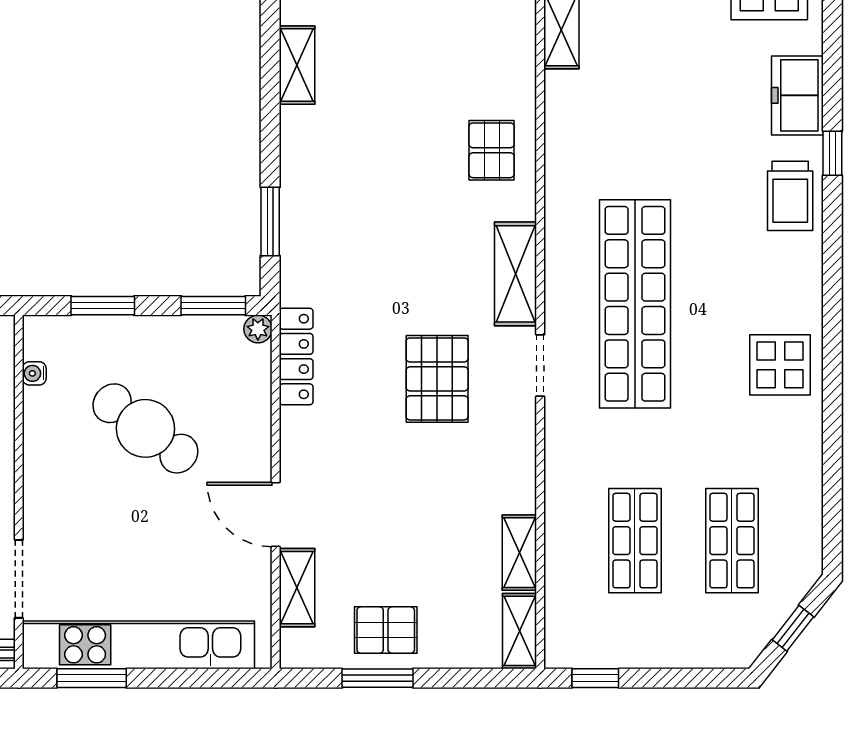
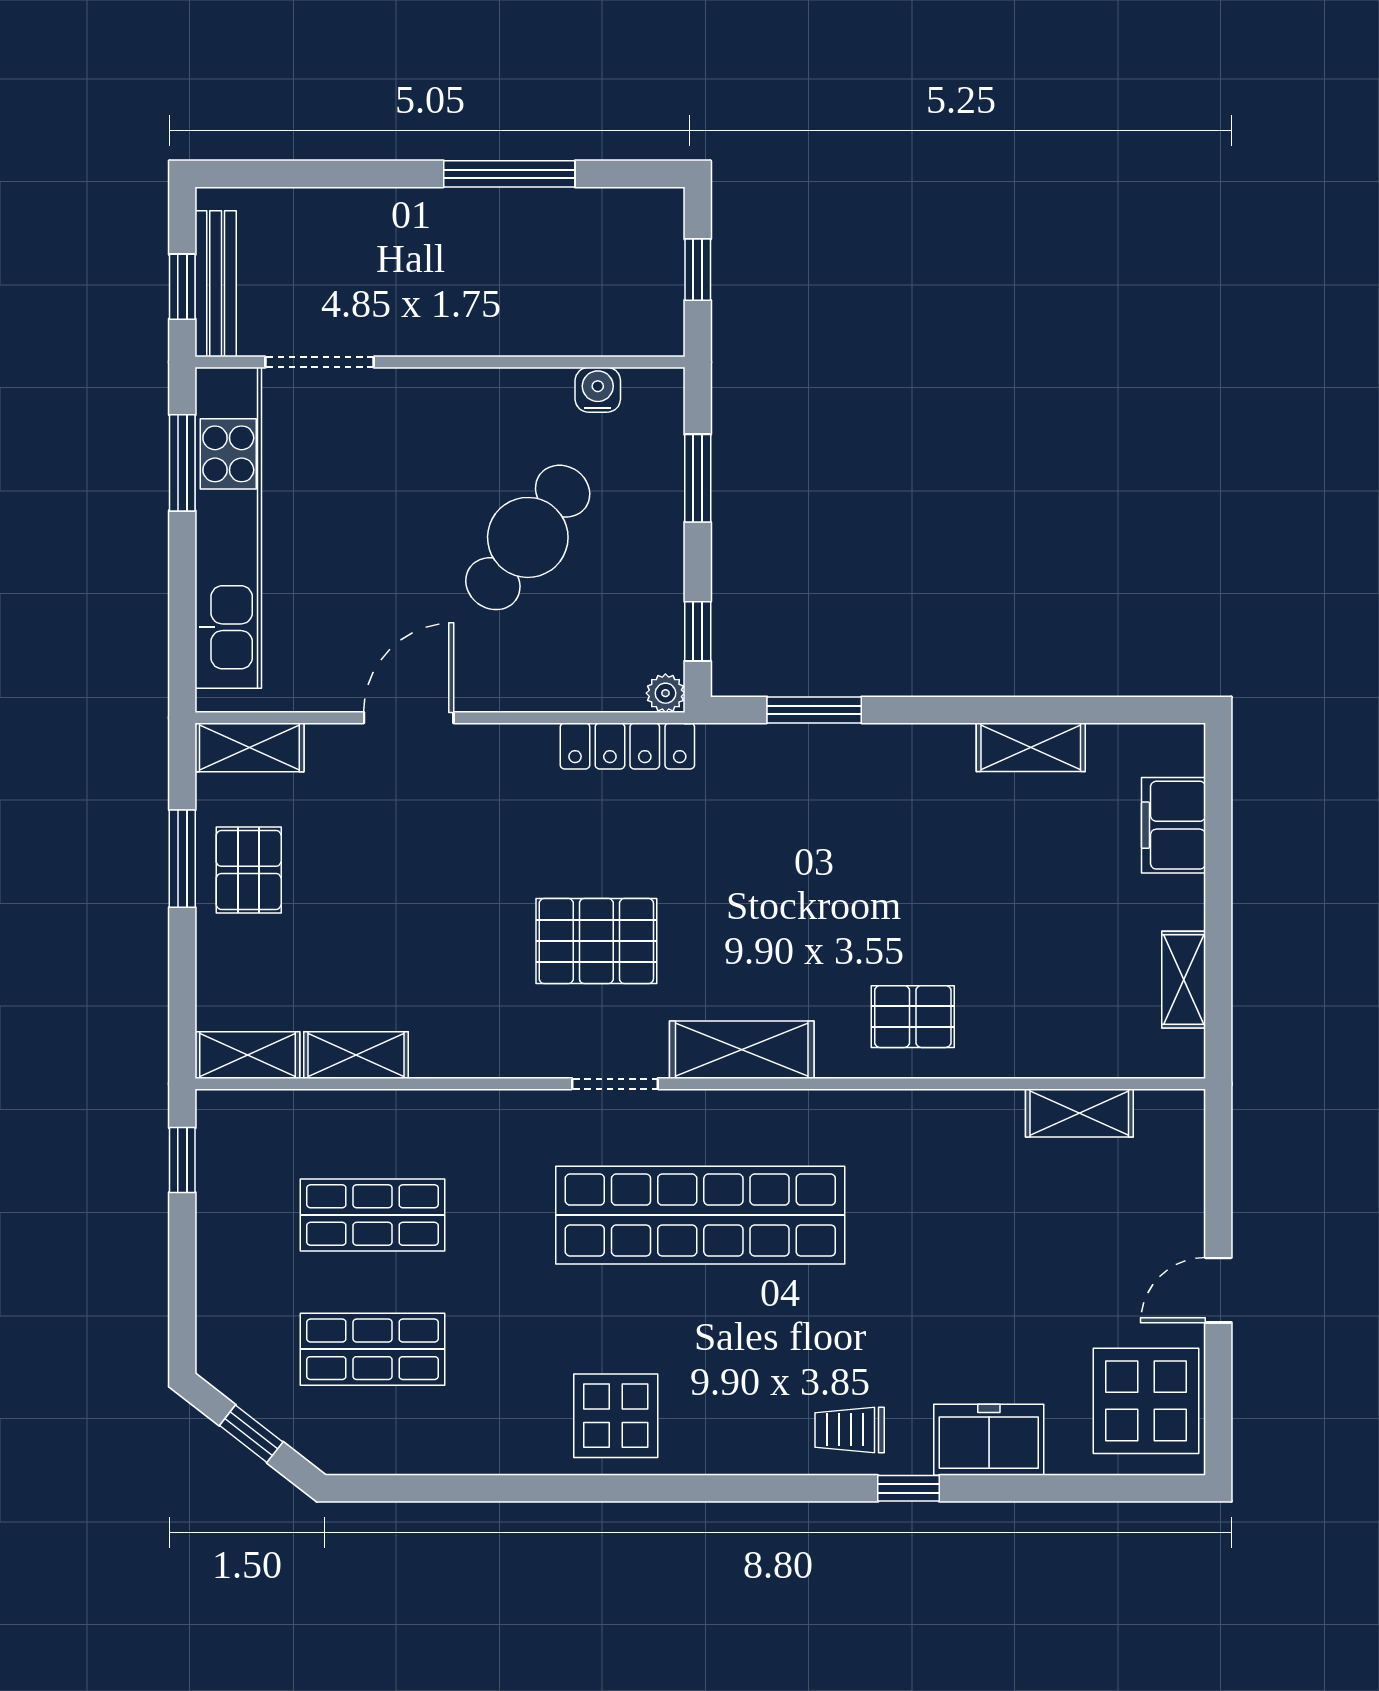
trolley: (790, 196) -> (850, 1430), width x0.73, depth x0.72
window: (213, 306) -> (698, 631), width x0.67
water cooler: (34, 373) -> (598, 390), width x1.38, depth x1.38
shelving: (297, 588) -> (249, 747), moved

